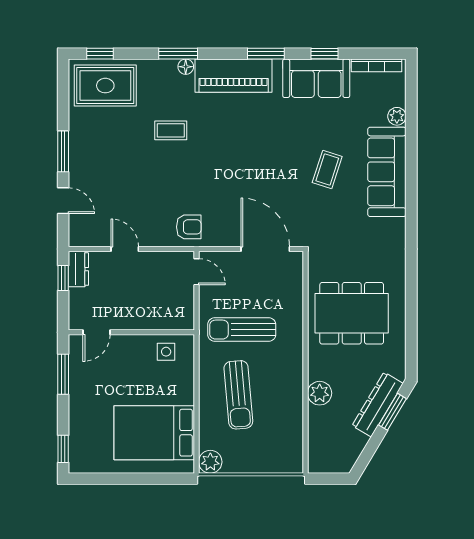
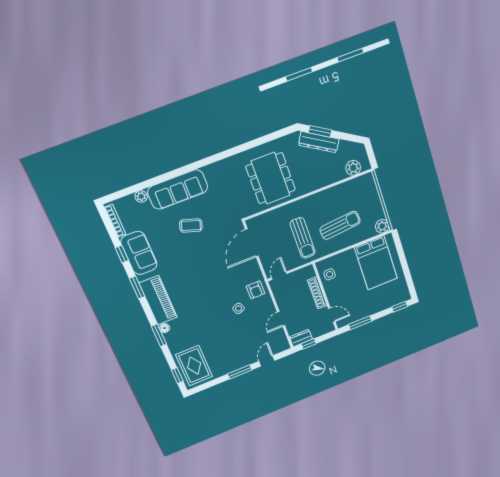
coffee table: (171, 130) -> (205, 321), removed
side table: (170, 190) -> (238, 308), added
armchair: (189, 227) -> (255, 290), turned 180
shoe rack: (144, 322) -> (317, 293), added
plant: (320, 393) -> (353, 168), moved

